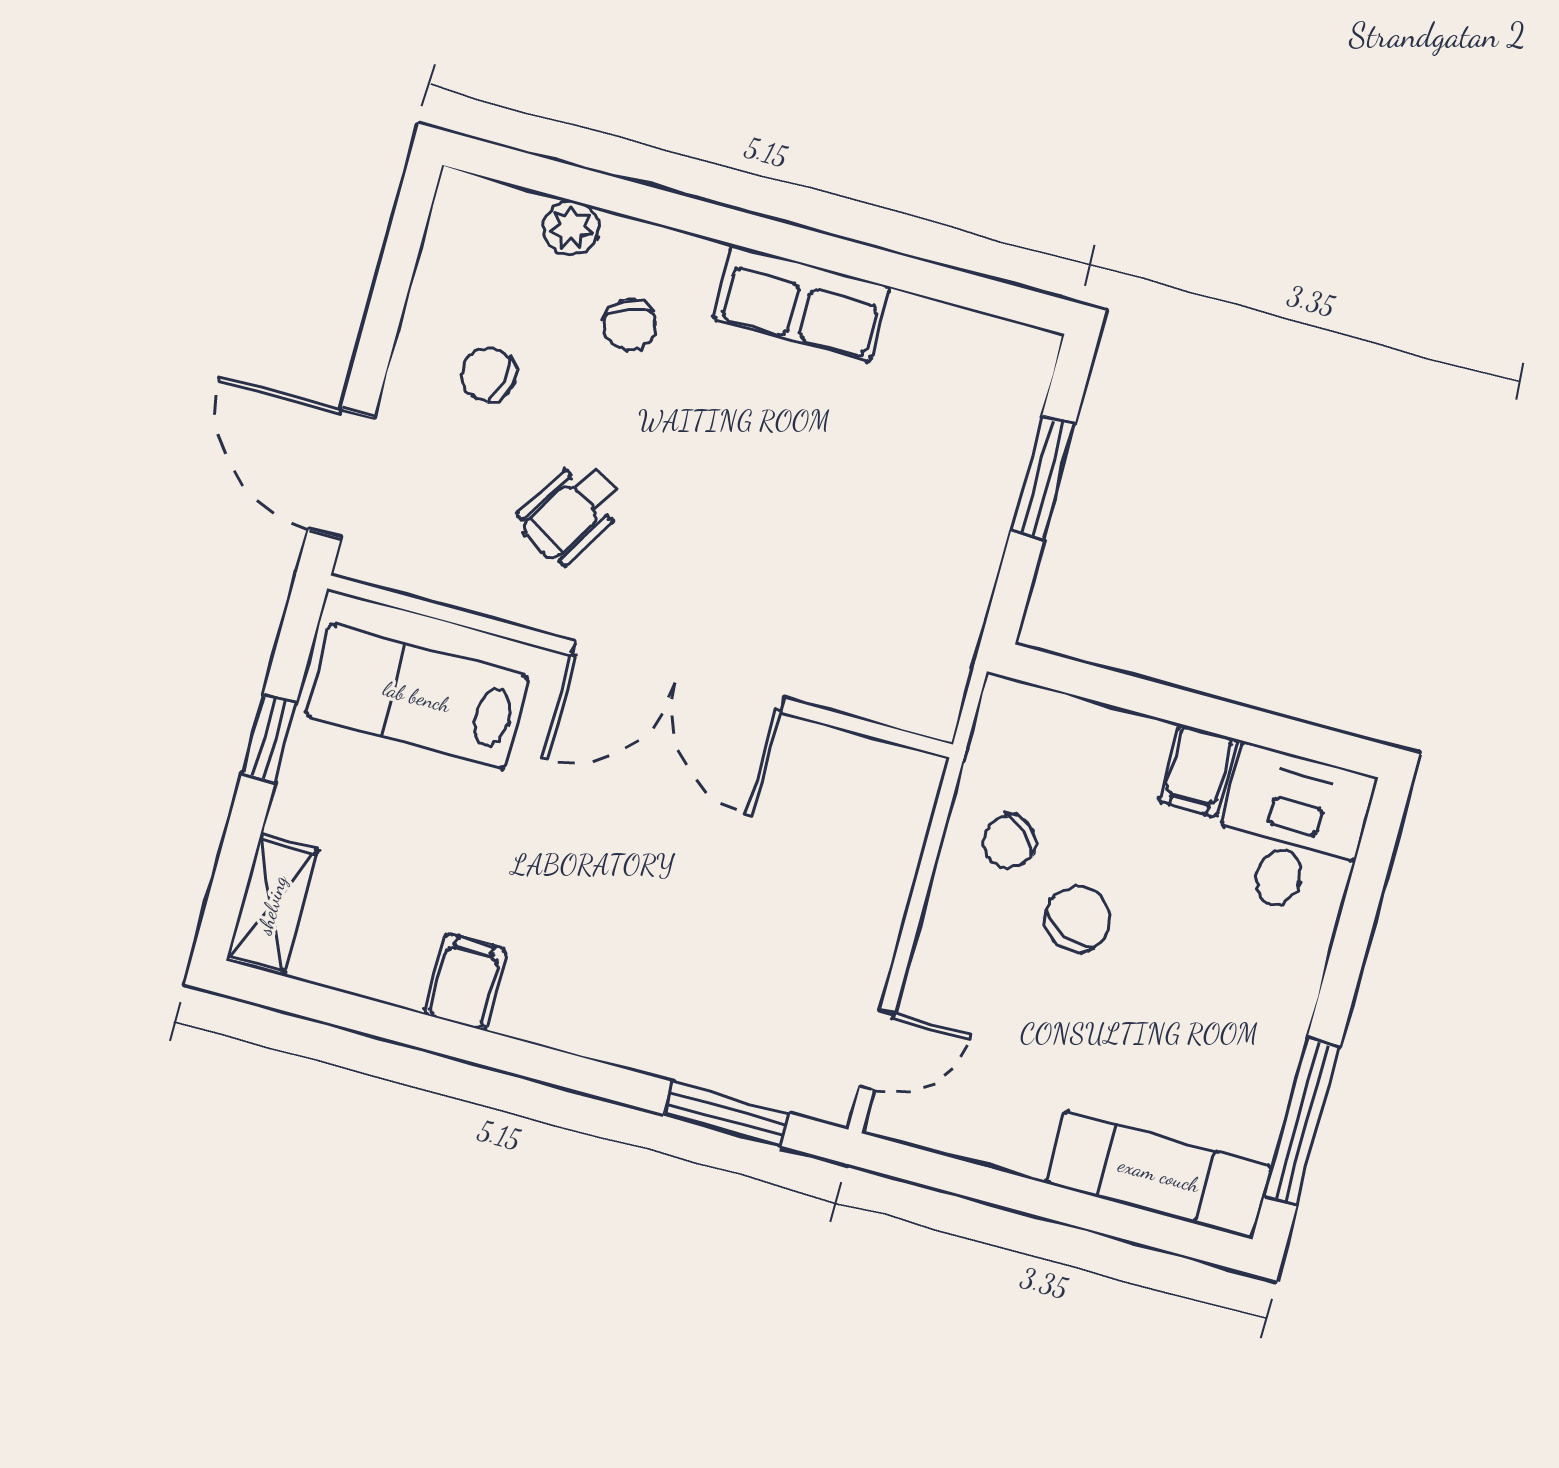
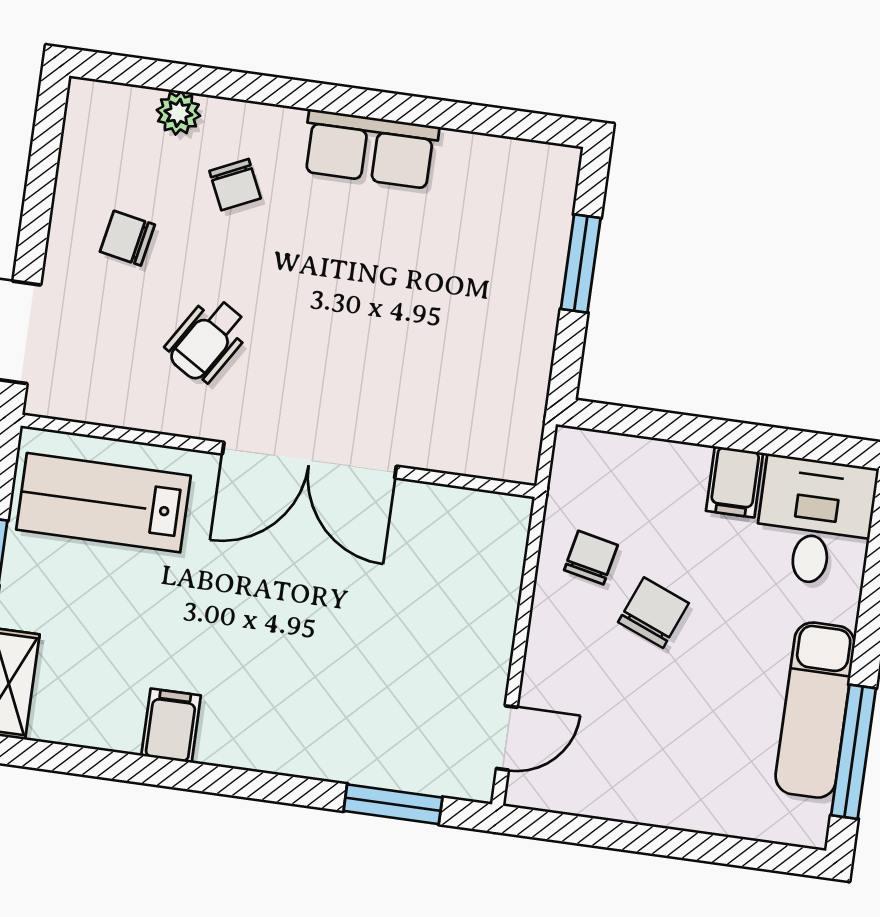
chair: (1009, 841) -> (591, 558), turned 151
exam couch: (1159, 1175) -> (815, 710), moved, turned -90

